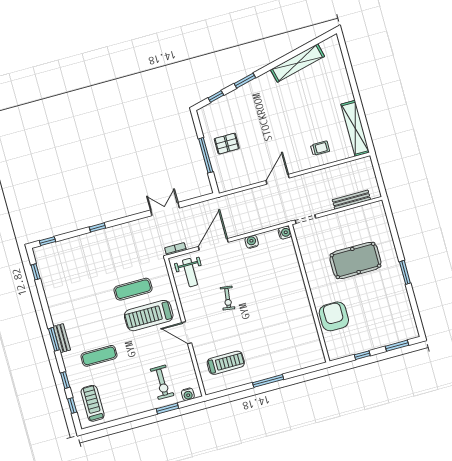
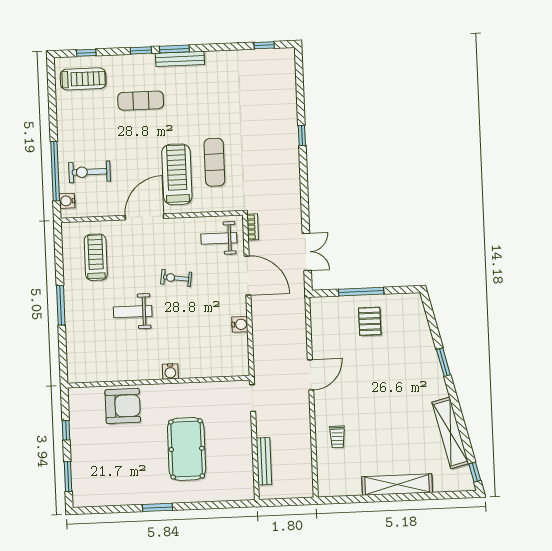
window: (216, 97) -> (475, 472), moved
shelving: (355, 128) -> (397, 485), moved
door: (278, 179) -> (311, 375), hinge flipped
double door: (165, 209) -> (307, 252), moved
water cooler: (285, 233) -> (170, 371), moved
window: (47, 241) -> (299, 69), removed
weight bench: (261, 325) -> (133, 312), added
door: (187, 333) -> (145, 217), width x1.36
bench: (62, 338) -> (180, 59), width x1.36
exercise mat: (99, 356) -> (141, 101), turned 90
treadmill: (226, 363) -> (96, 257), turned 180
window: (65, 380) -> (141, 50), moved
window: (167, 409) -> (55, 171), width x2.11

